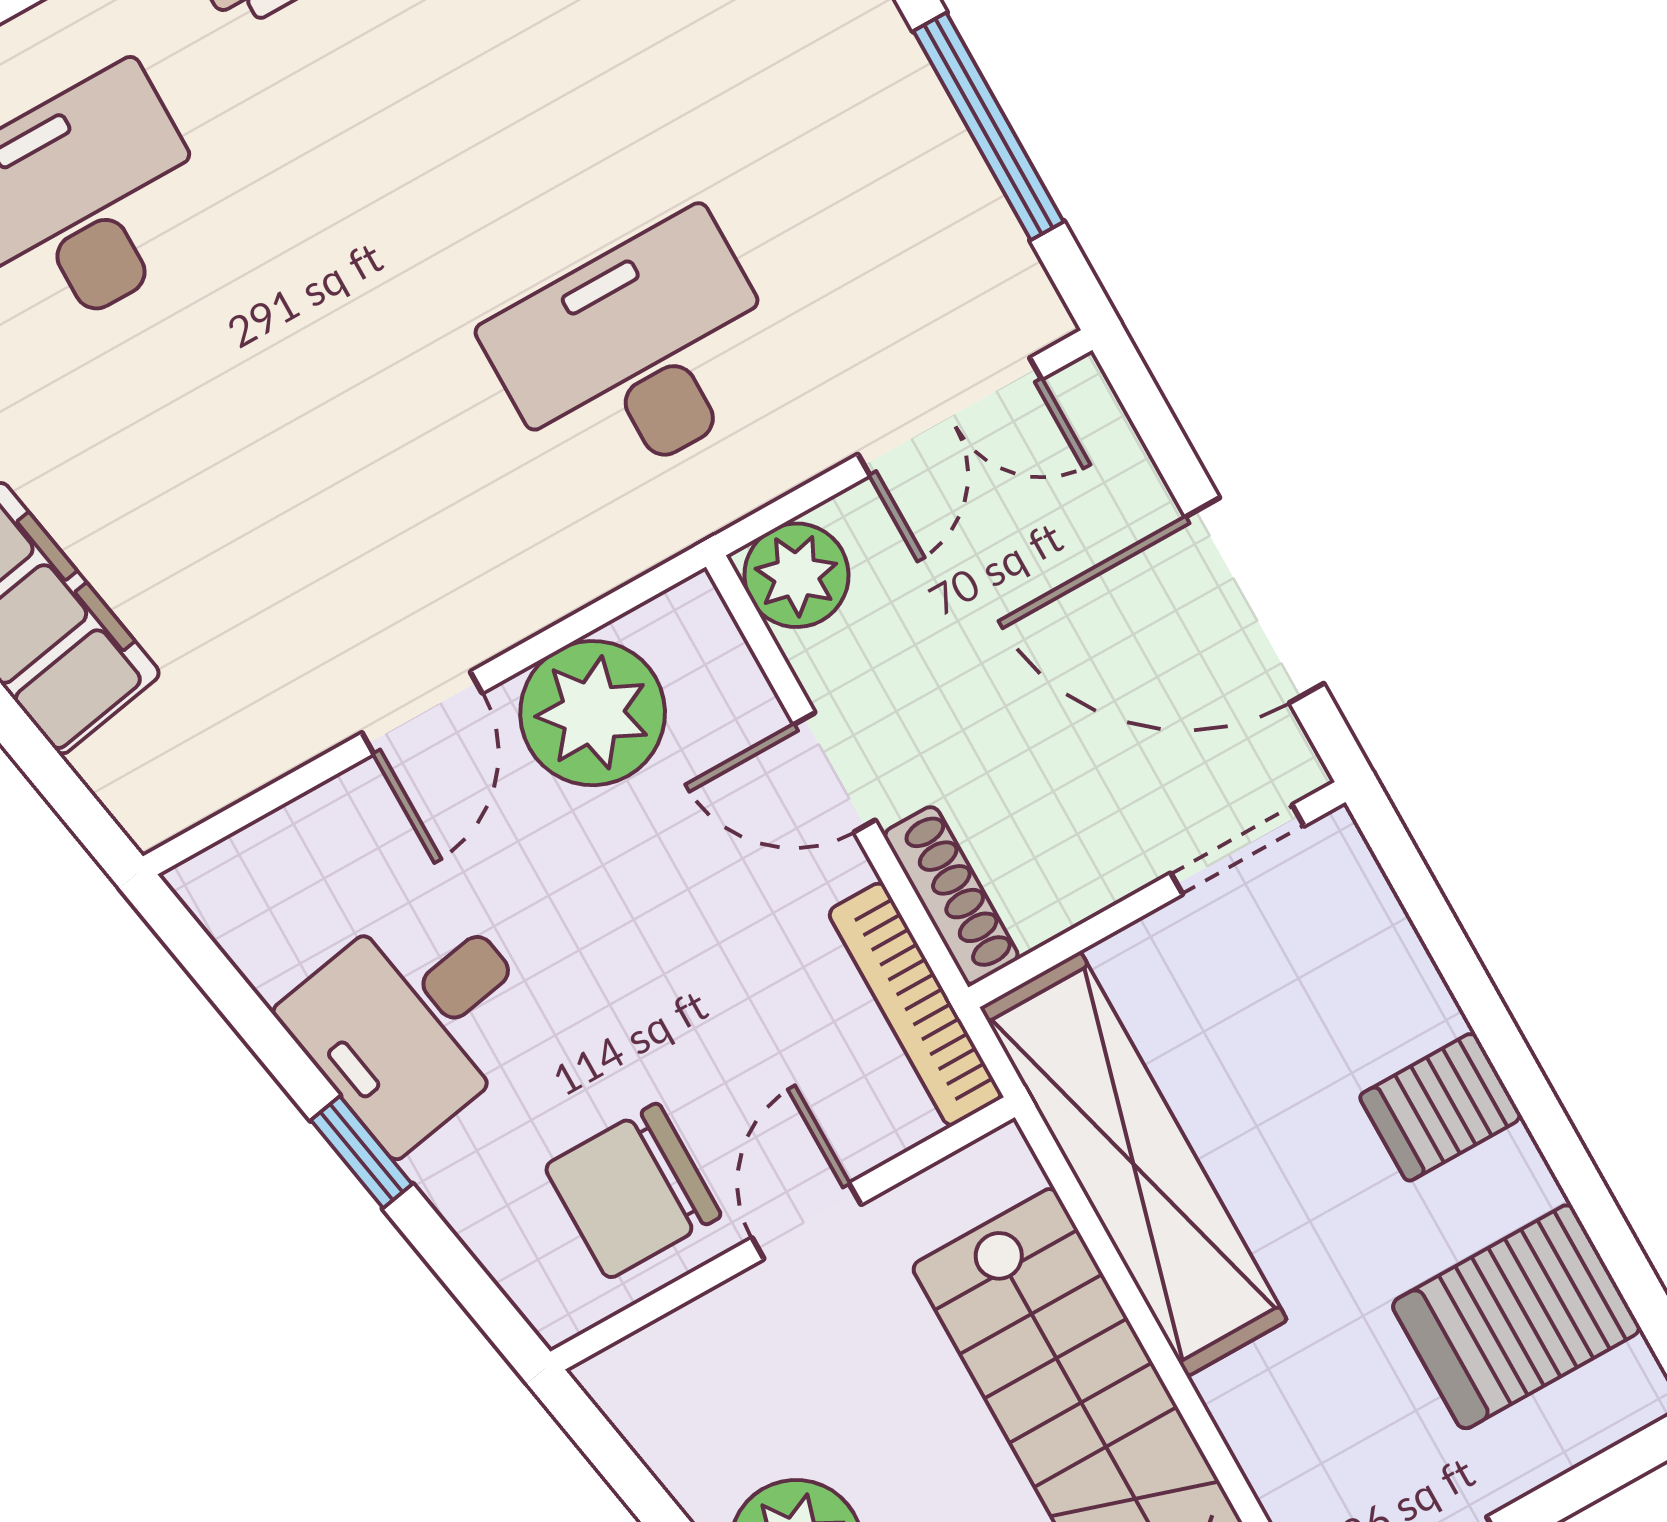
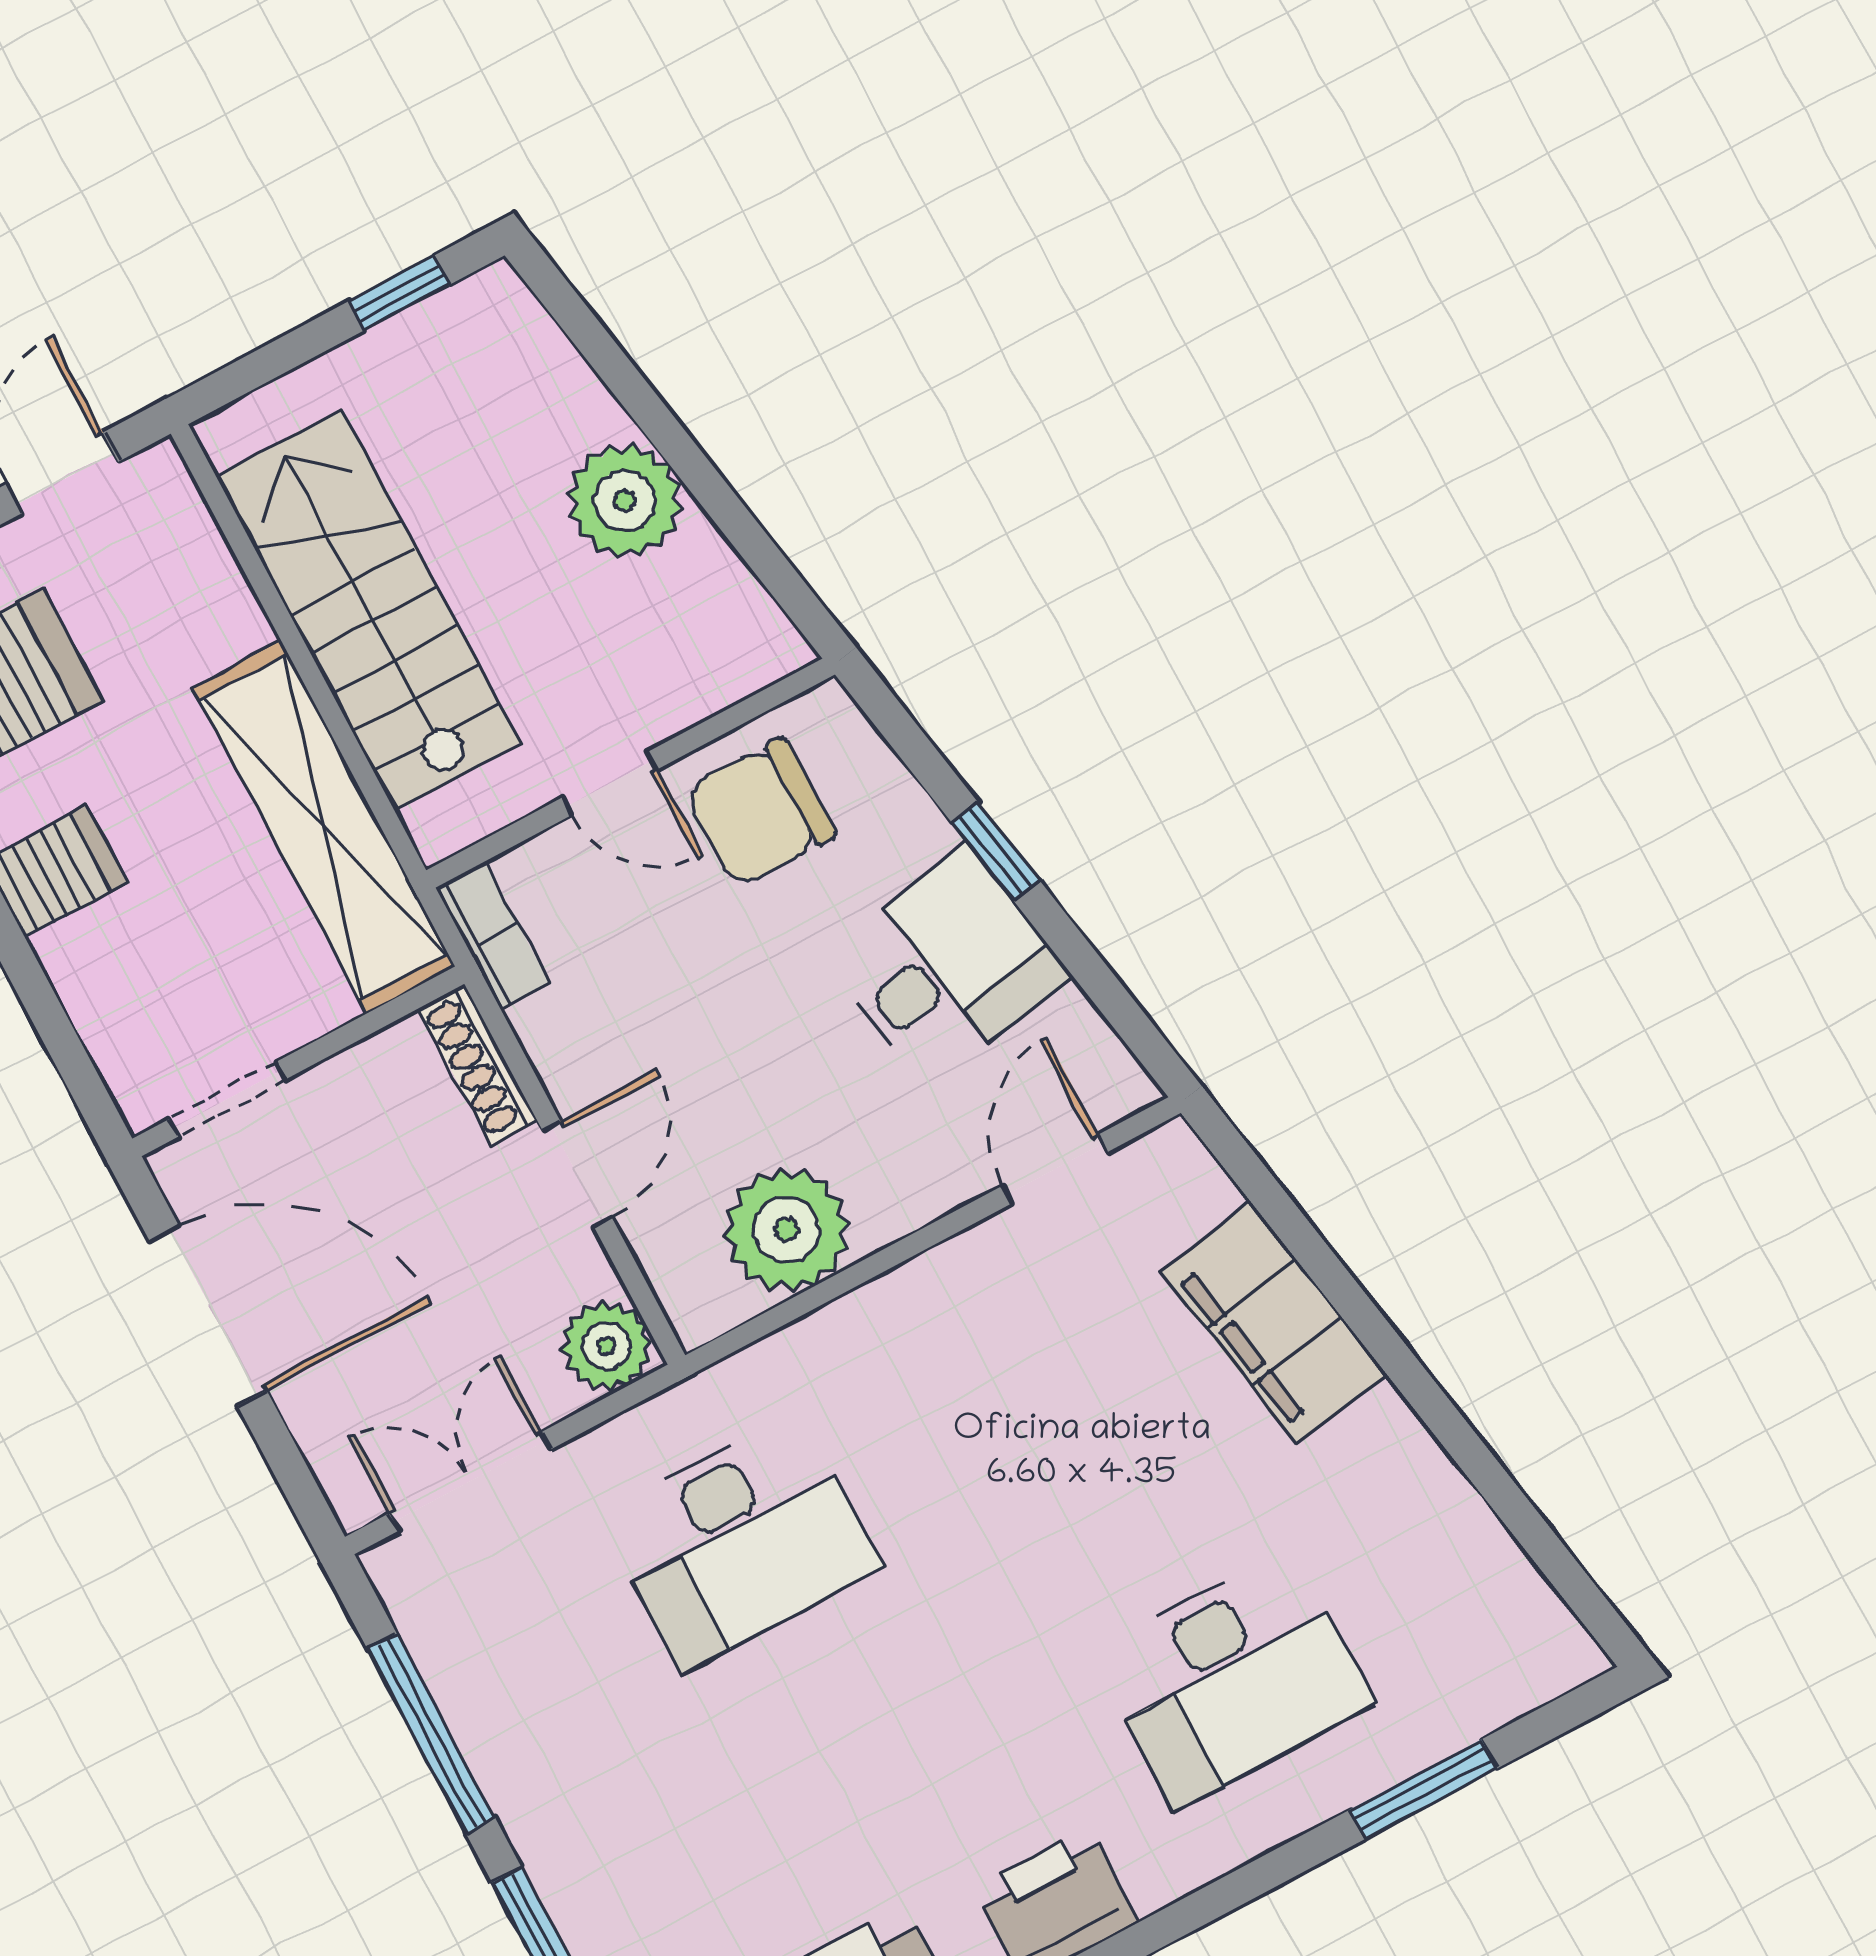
door: (422, 713) -> (1055, 1169), moved
door: (835, 772) -> (577, 1174), hinge flipped
bookcase: (915, 1004) -> (493, 936), width x0.64
chair: (633, 1191) -> (760, 813), turned 180
door: (807, 1221) -> (610, 783), hinge flipped

